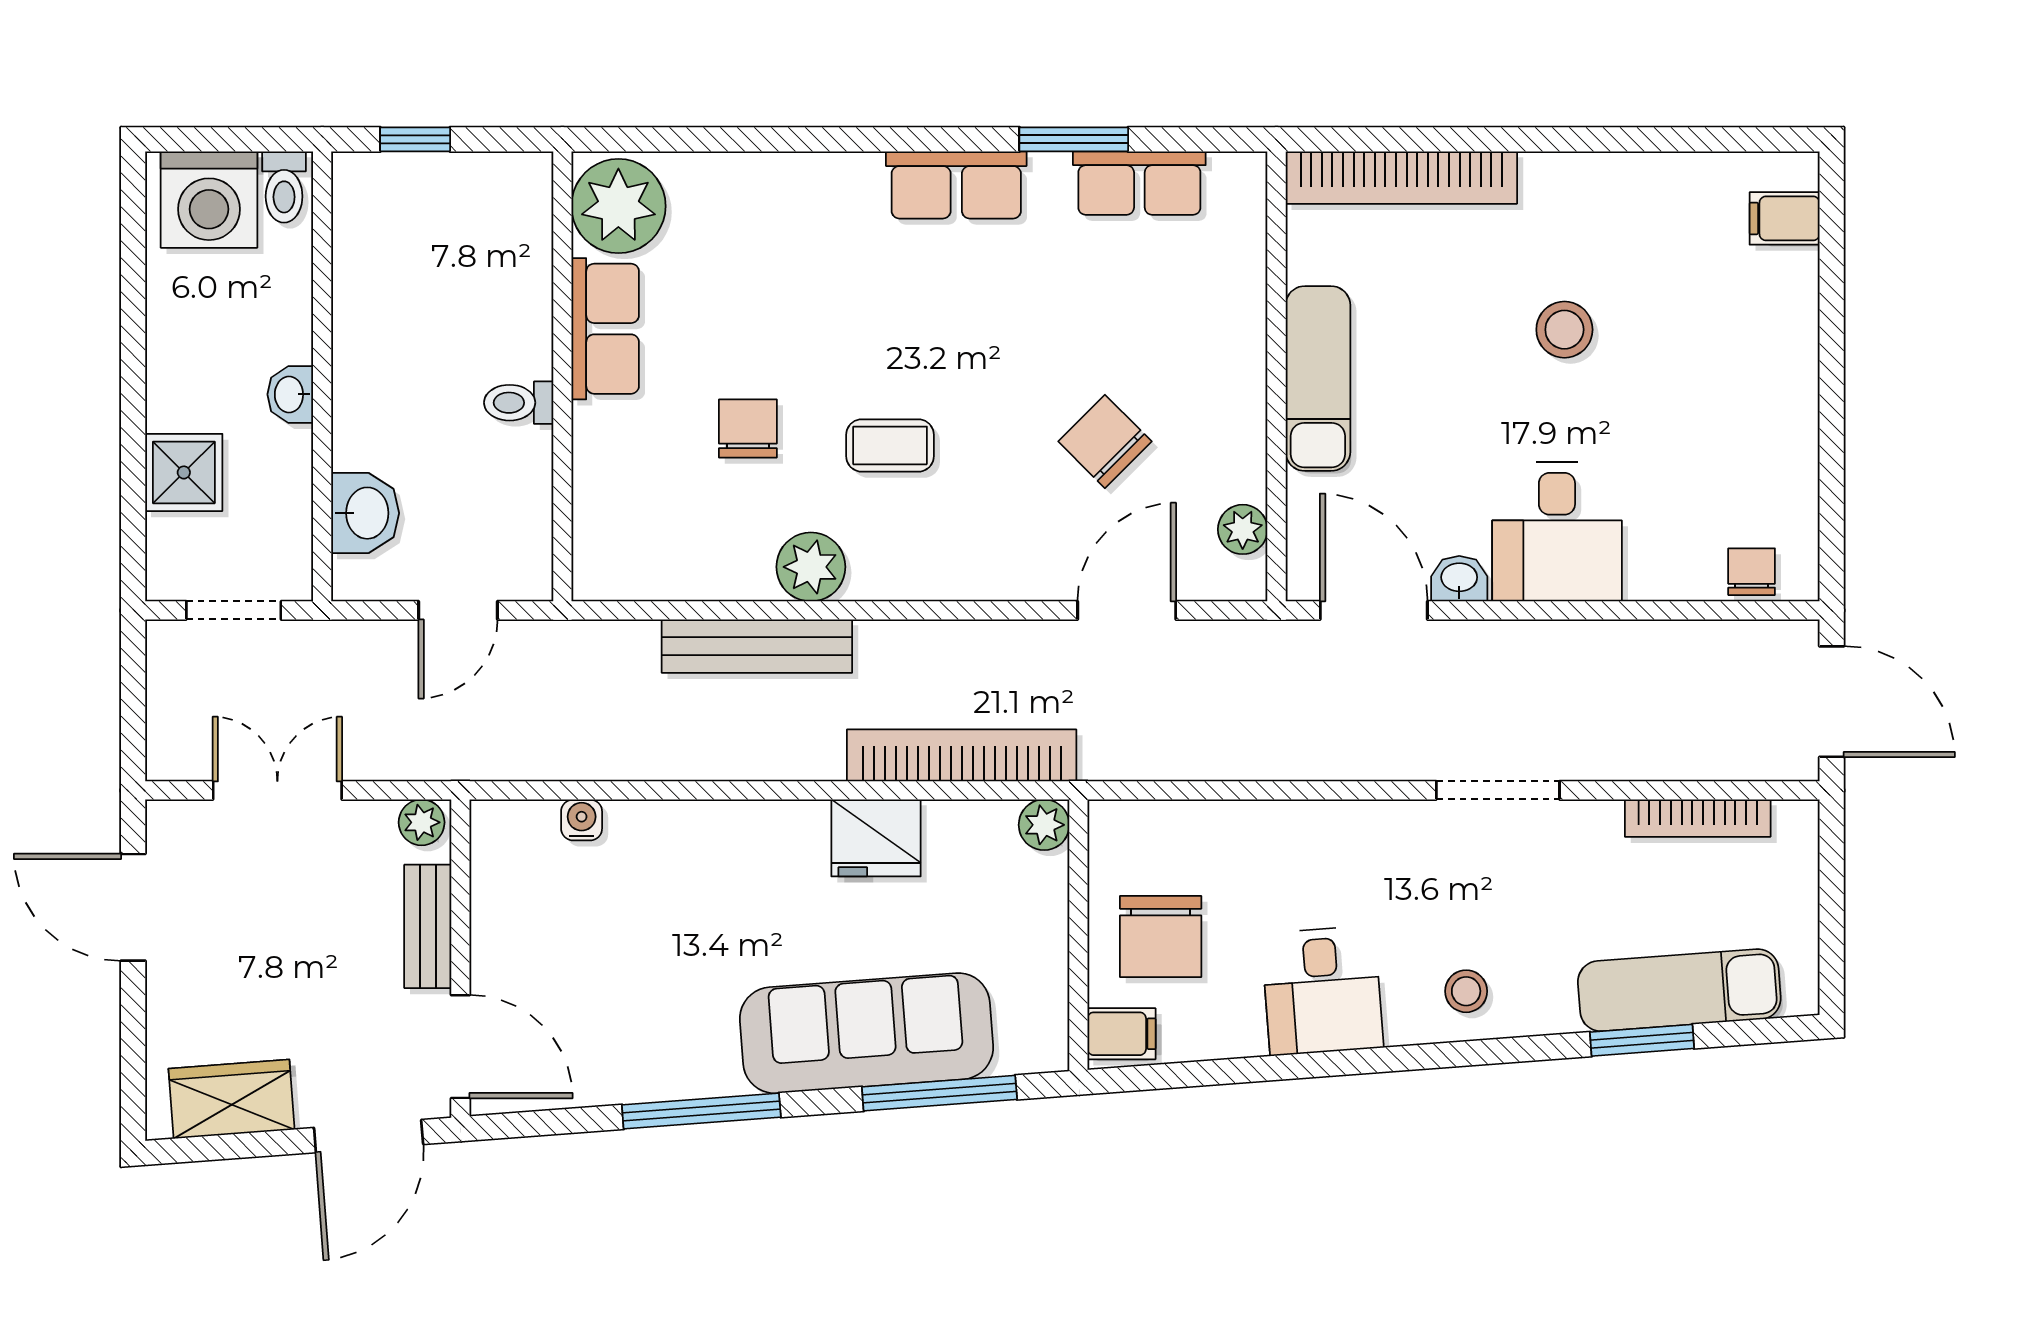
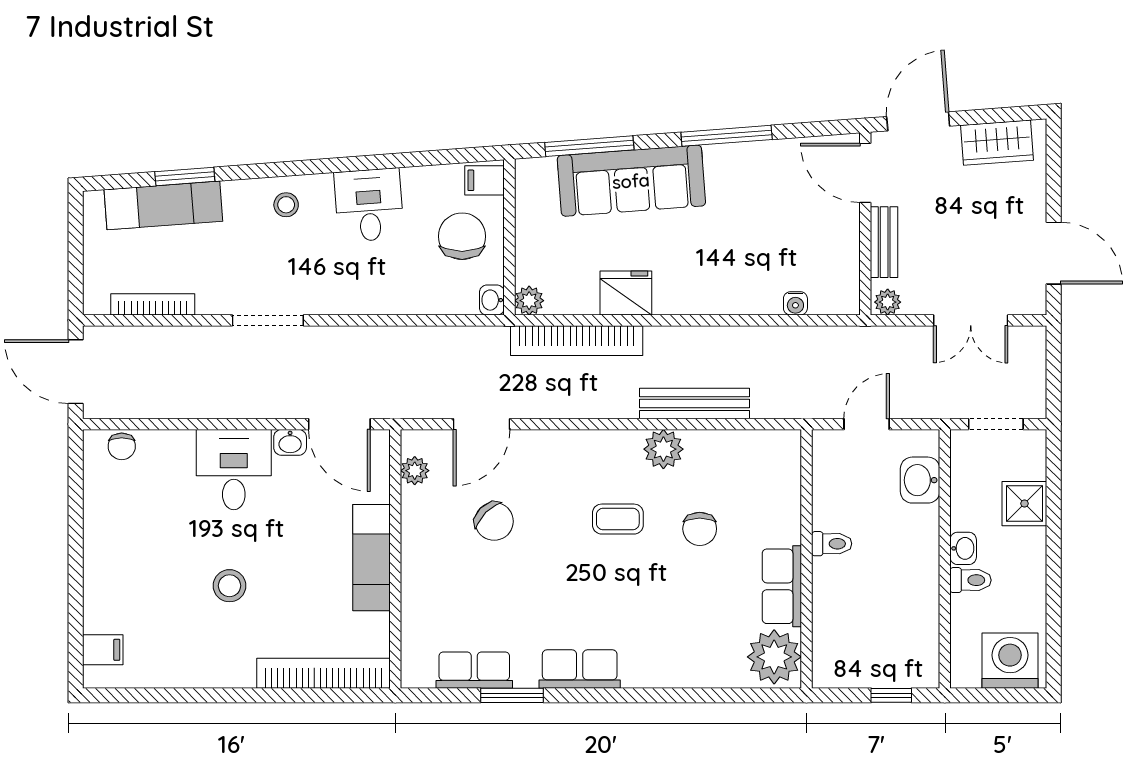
toilet: (284, 187) -> (971, 580), moved, turned 90
washbasin: (1109, 826) -> (492, 300), added

